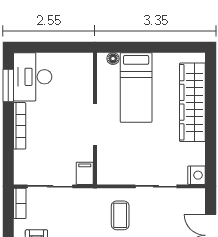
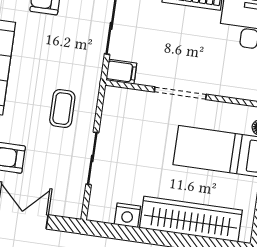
nightstand: (197, 175) -> (127, 215), moved
coffee table: (120, 215) -> (62, 109), turned 90

